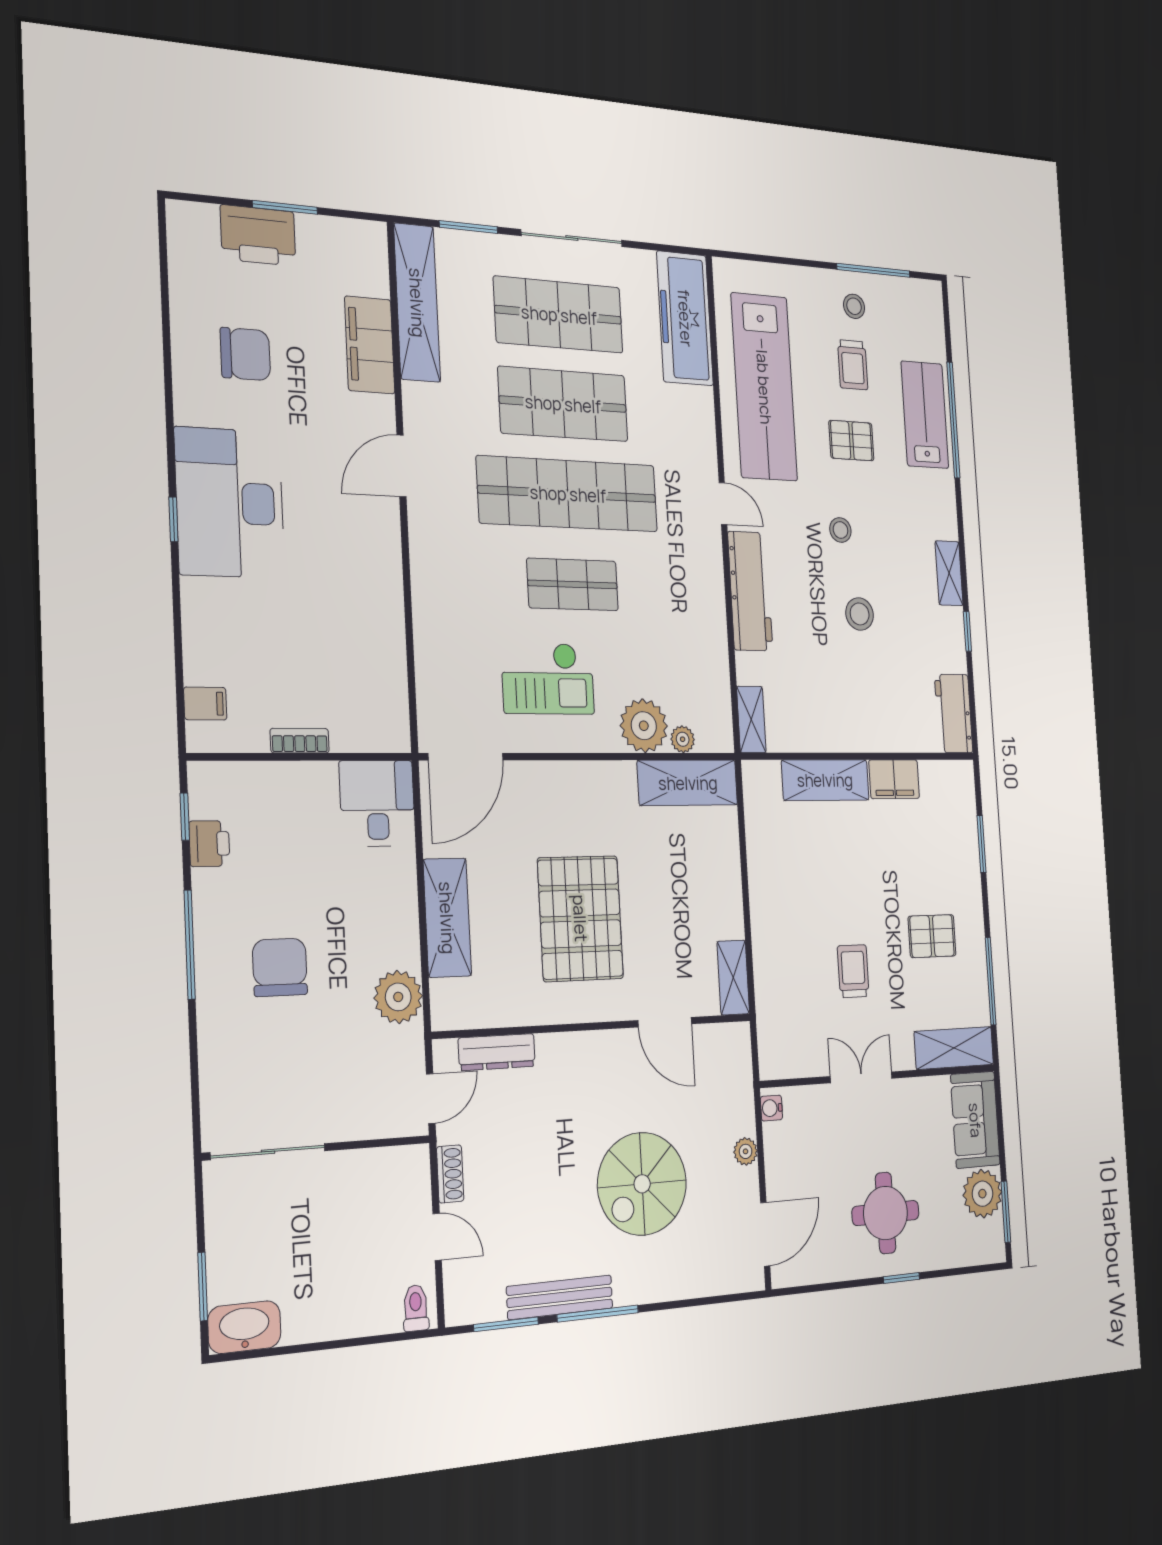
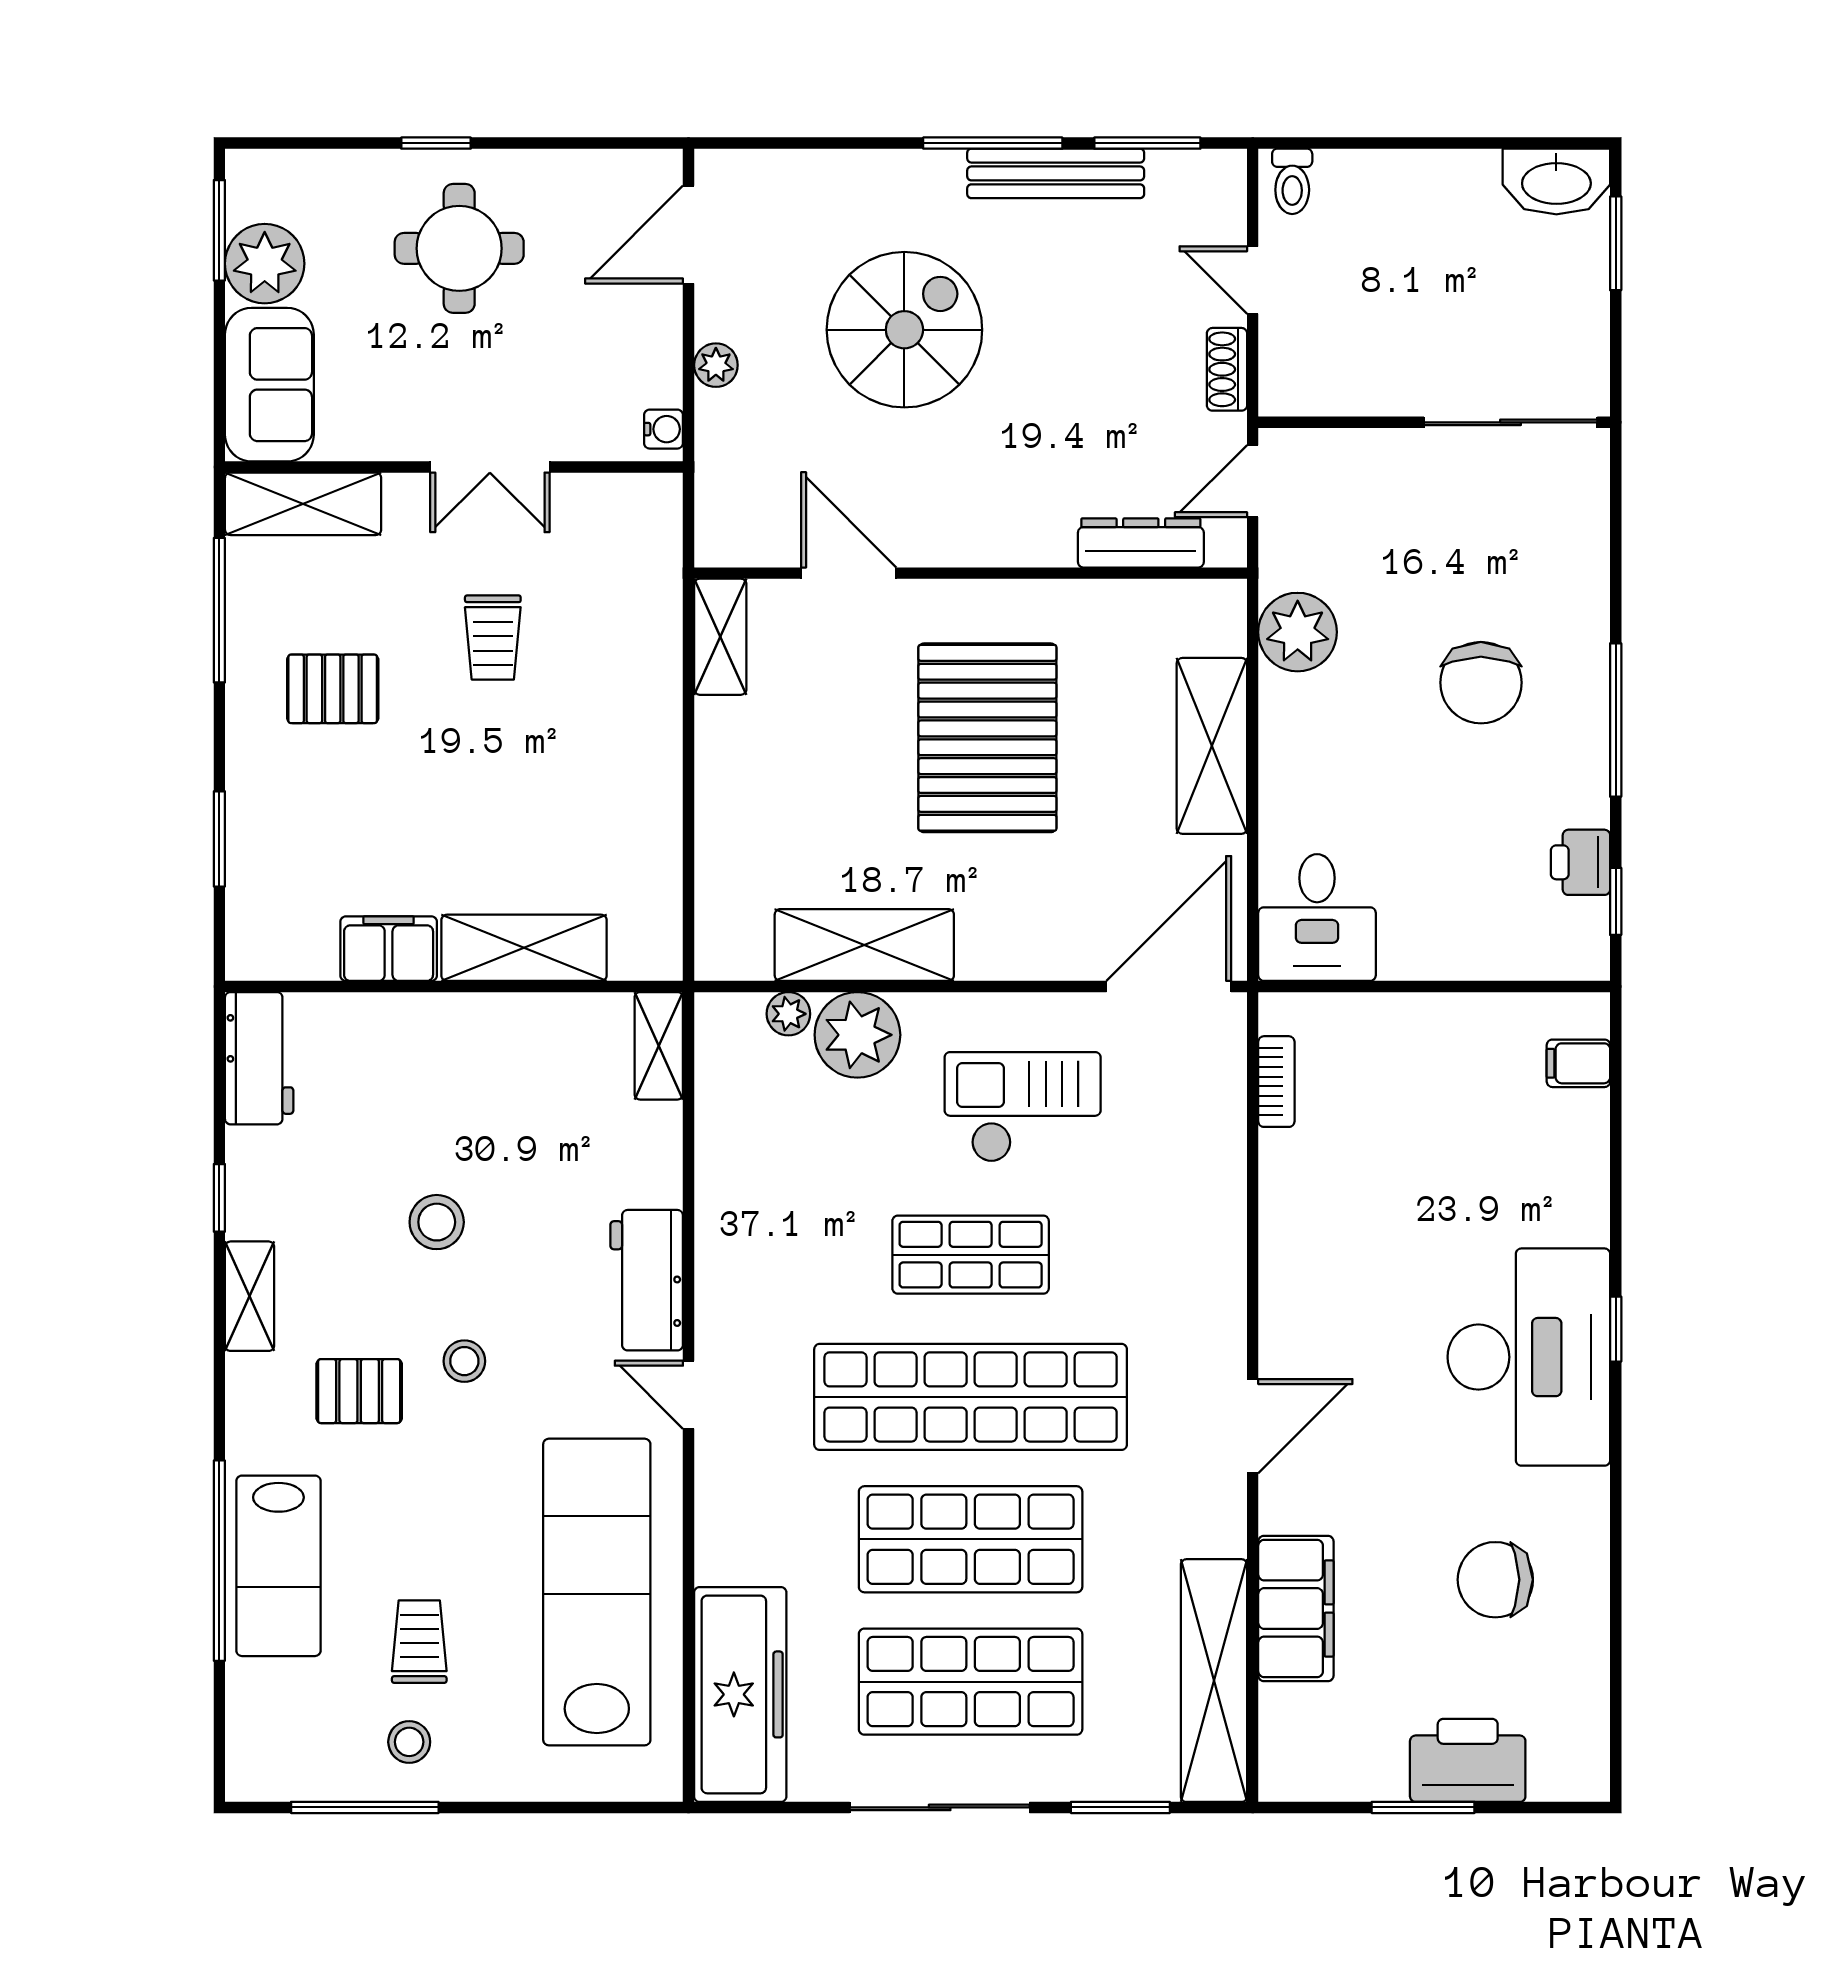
pallet: (851, 441) -> (359, 1391), moved
workbench: (750, 591) -> (647, 1280), width x0.73
bookcase: (300, 741) -> (1276, 1082), moved, turned -90
shelving: (688, 783) -> (864, 945), moved

